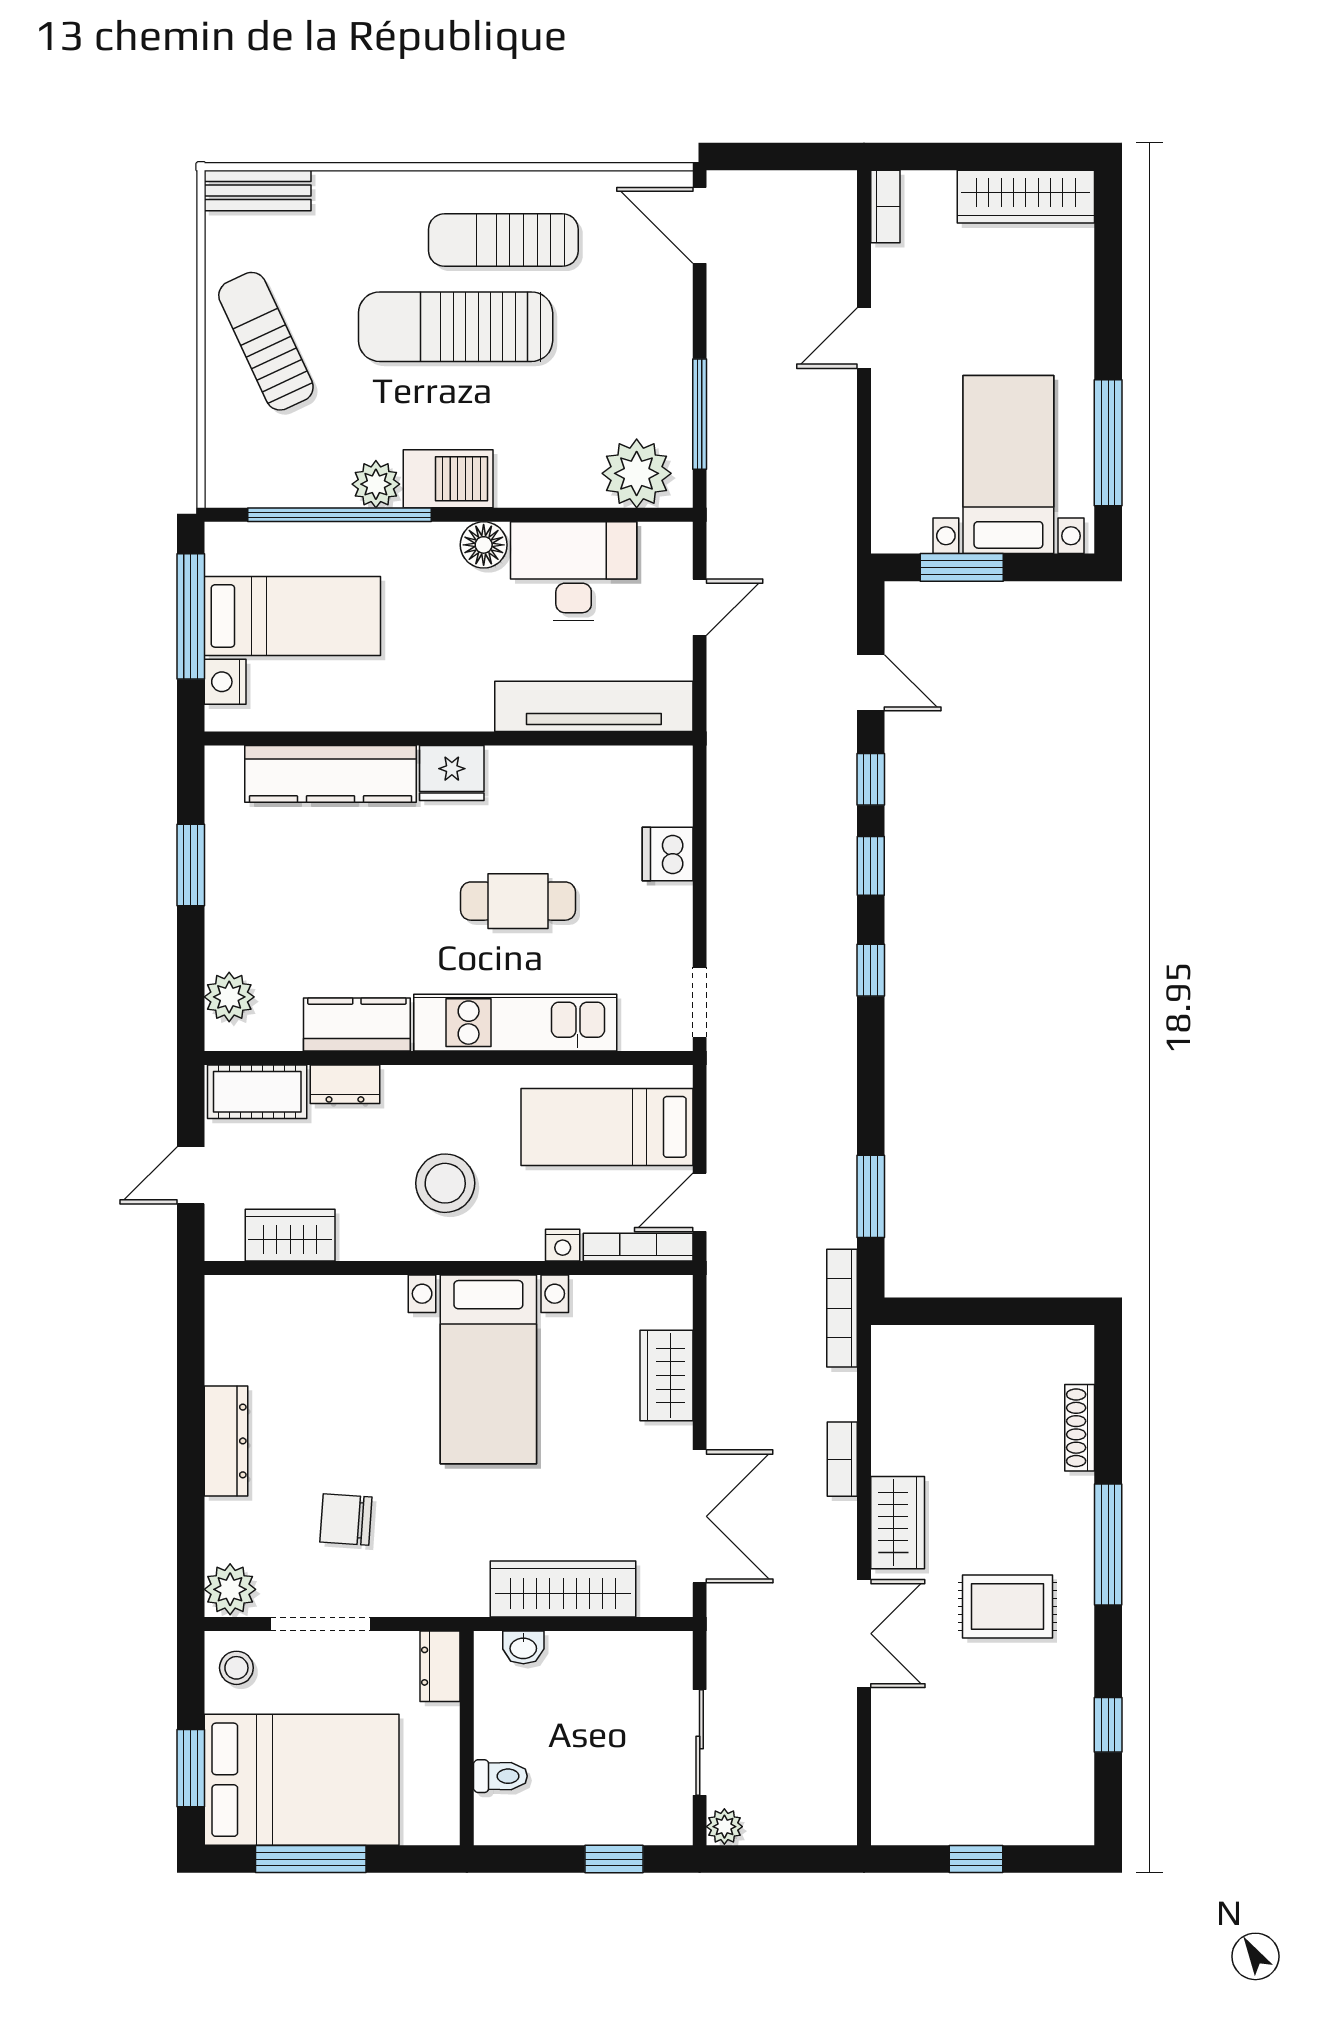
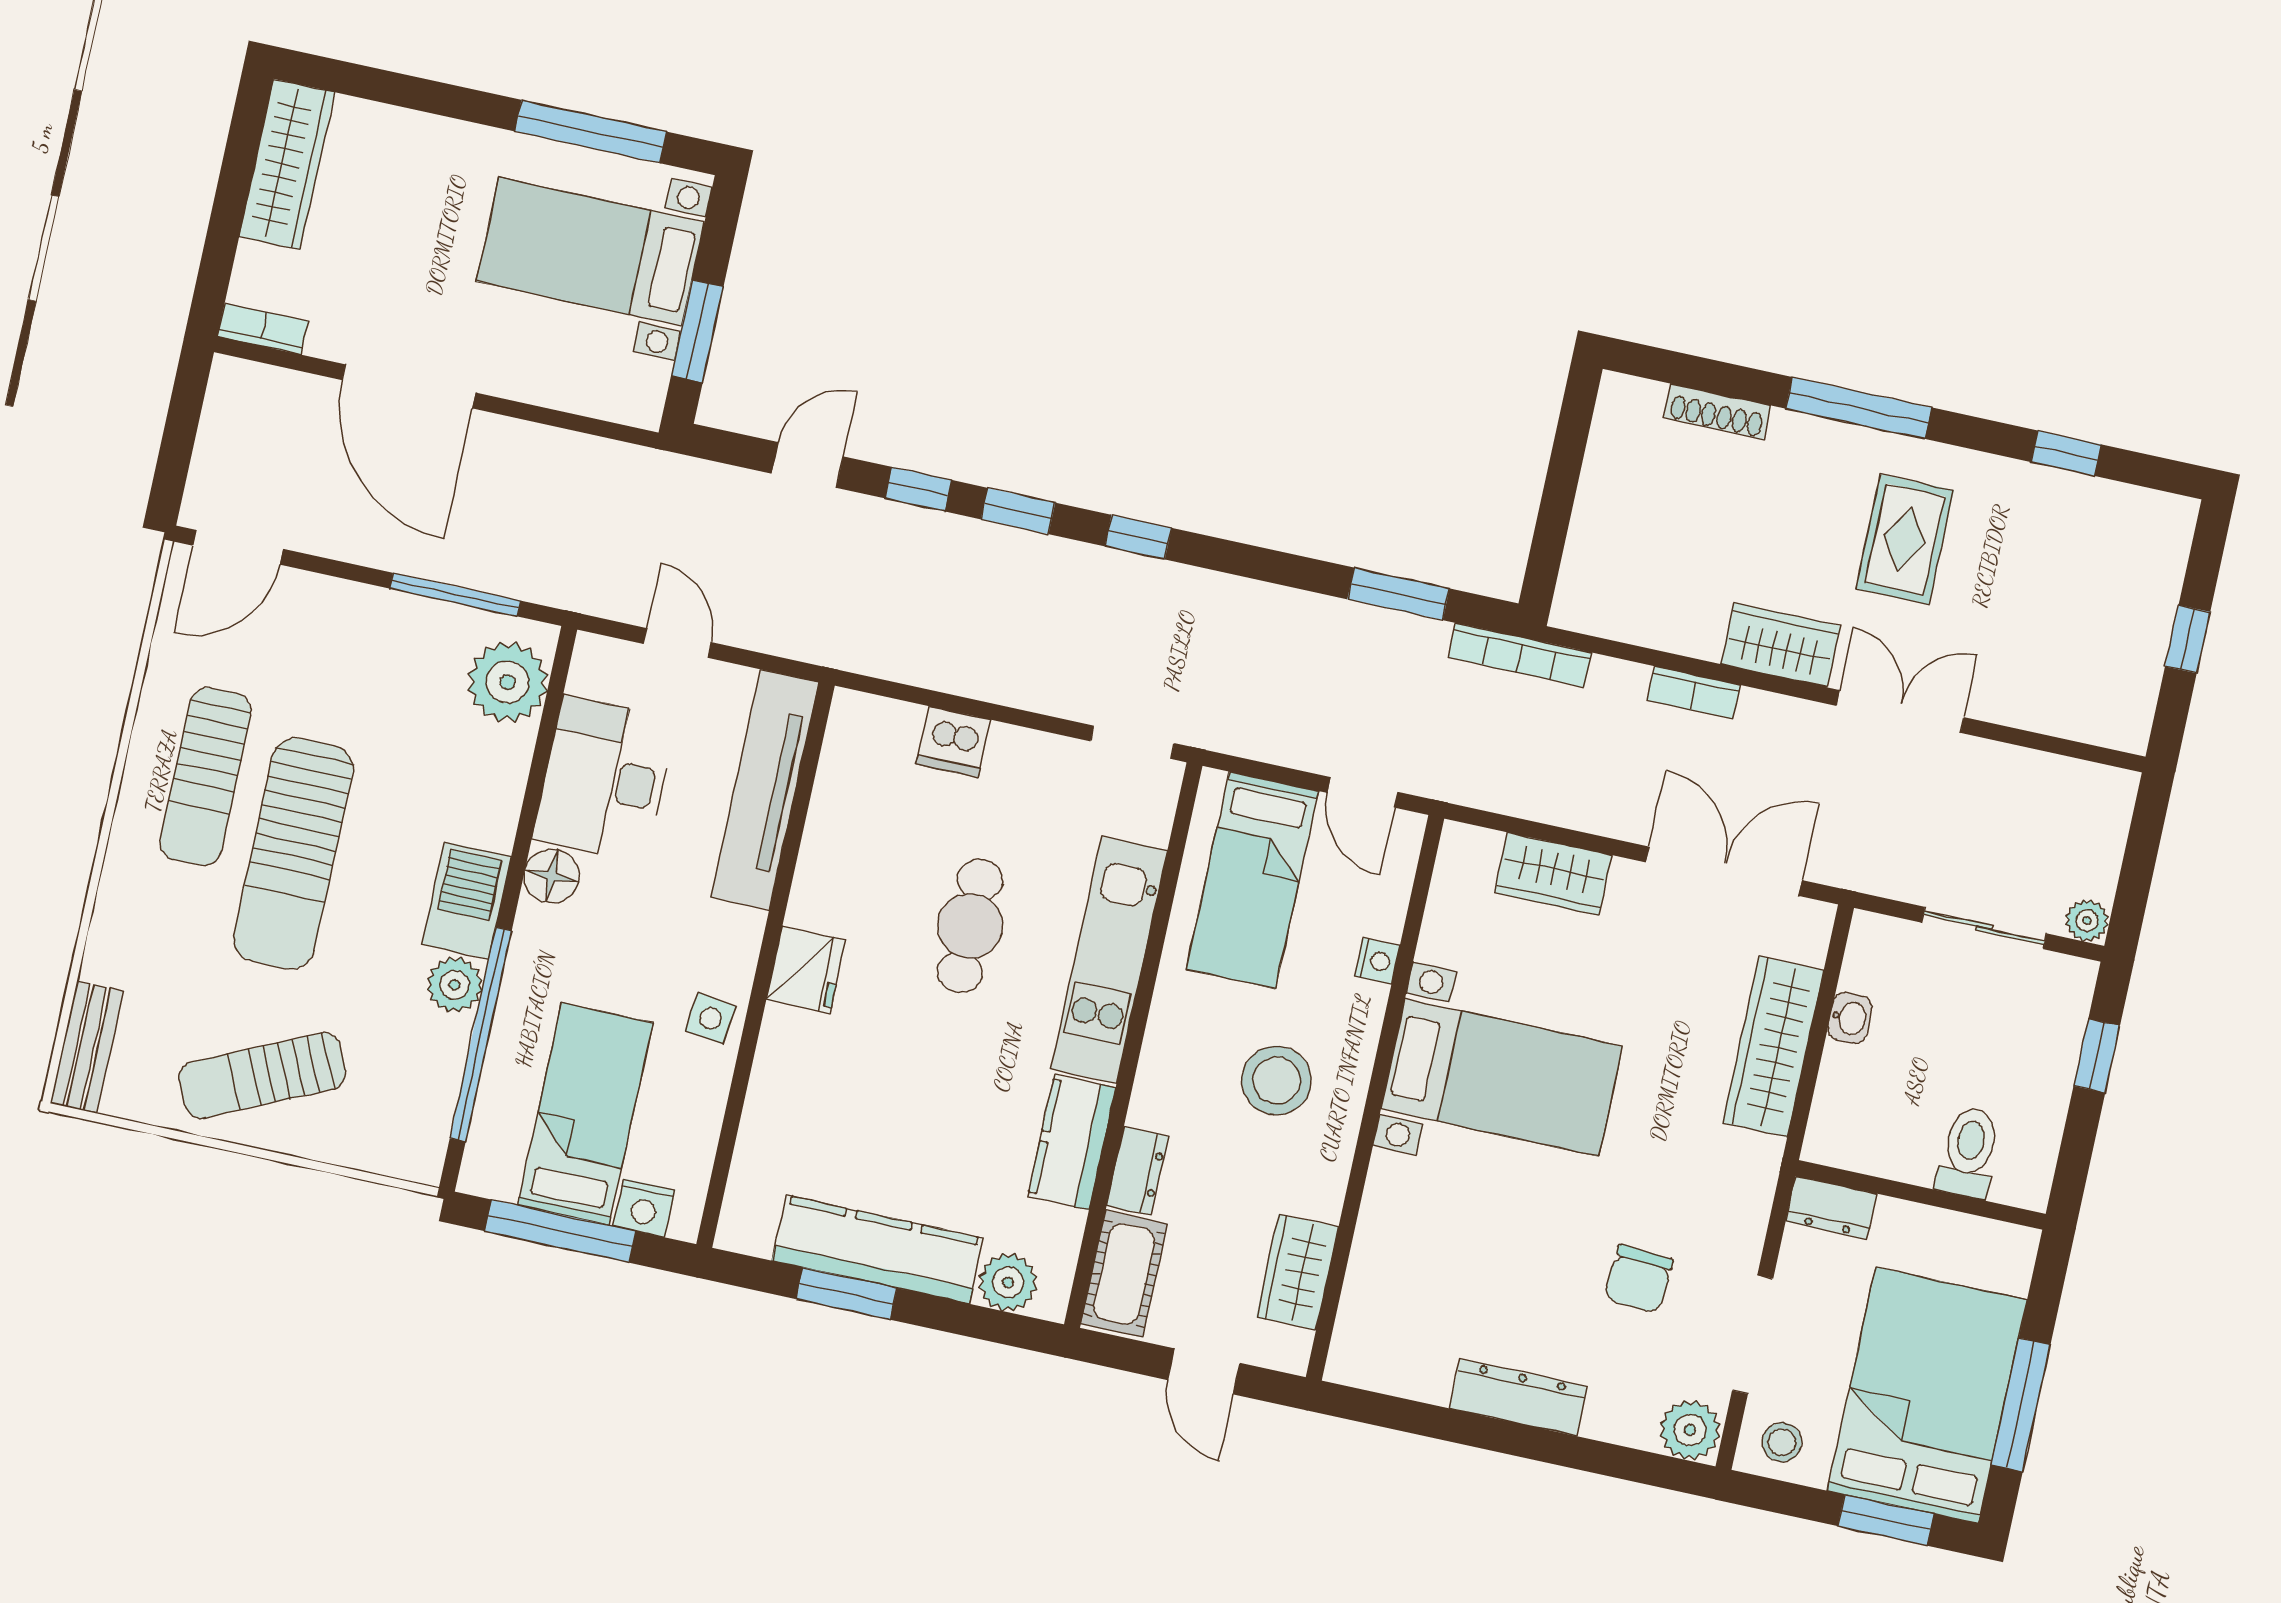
door: (864, 338) -> (409, 386), width x1.88
side table: (394, 703) -> (710, 1018), added
kitchen counter: (330, 774) -> (878, 1249), moved, turned -90
bookcase: (638, 1247) -> (1398, 875), removed
washbasin: (523, 1647) -> (1850, 1018), moved
toilet: (500, 1776) -> (1968, 1152), width x1.37, depth x1.39

